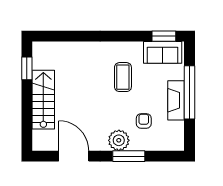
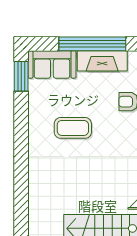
sofa: (163, 52) -> (52, 64), moved, turned 90

